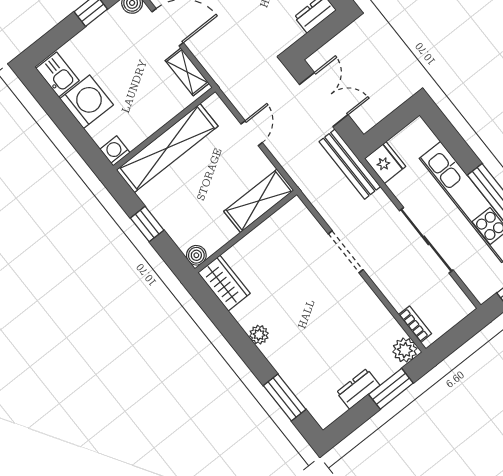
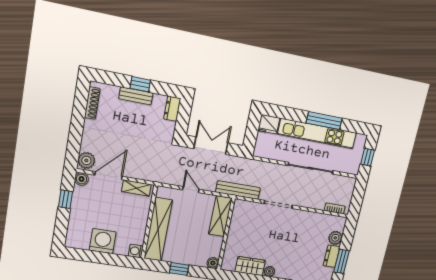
kitchen sink: (58, 74) -> (78, 241), removed
fridge: (385, 162) -> (269, 124), moved, turned 180
bench: (350, 164) -> (238, 190), moved
wardrobe: (224, 283) -> (250, 266), moved
plant: (405, 350) -> (335, 238), moved
window: (391, 389) -> (341, 261), moved

